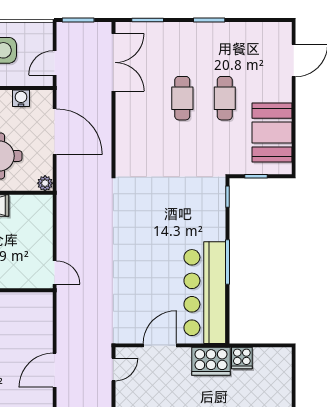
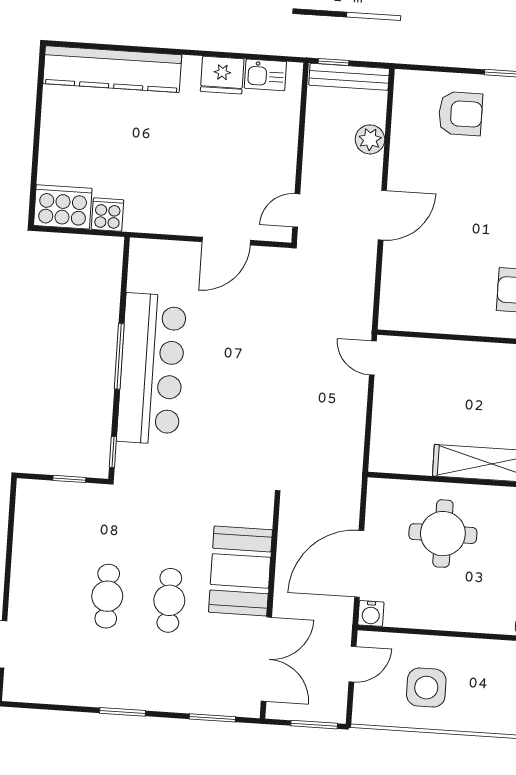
double door: (113, 62) -> (266, 659), swing flipped
water cooler: (21, 98) -> (371, 613), moved
door: (55, 132) -> (359, 564), hinge flipped
booth: (272, 133) -> (240, 571), moved
plant: (45, 183) -> (378, 489), removed
bar counter: (205, 293) -> (152, 369), moved
cooker: (211, 361) -> (63, 207), moved

